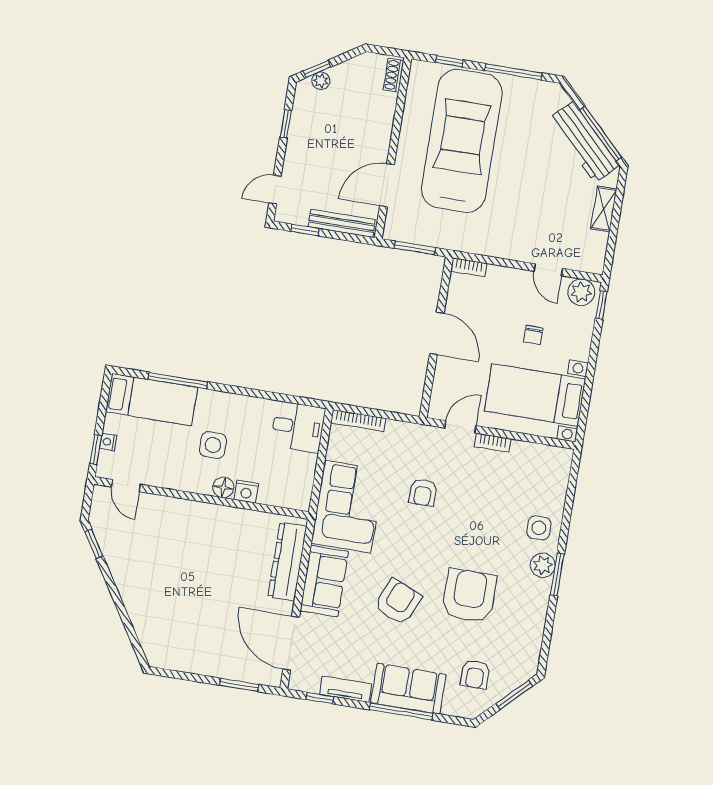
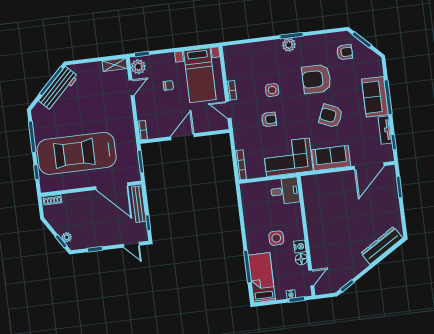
door: (387, 185) -> (112, 186), width x1.36
shelving: (604, 209) -> (115, 65), moved
desk: (298, 427) -> (285, 191), moved, turned 90
floor lamp: (223, 488) -> (301, 259), moved
nightstand: (246, 492) -> (300, 246), moved
side table: (539, 528) -> (272, 90), moved
dresser: (287, 562) -> (382, 245), moved, turned 148
armchair: (475, 674) -> (345, 52), moved

